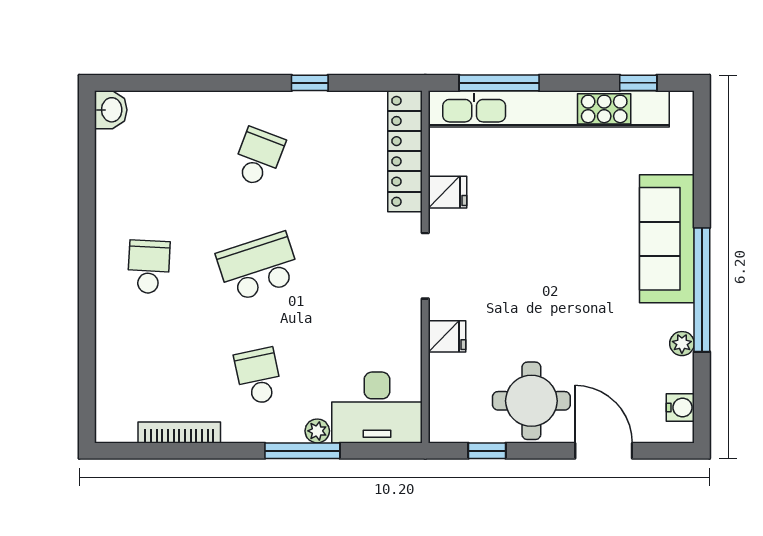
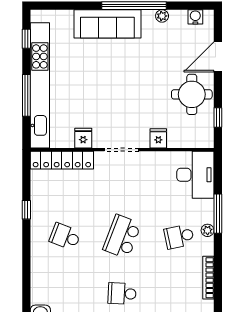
window: (499, 83) -> (26, 95), moved
school desk: (258, 267) -> (122, 237), turned 39
plant: (317, 431) -> (208, 230), moved

